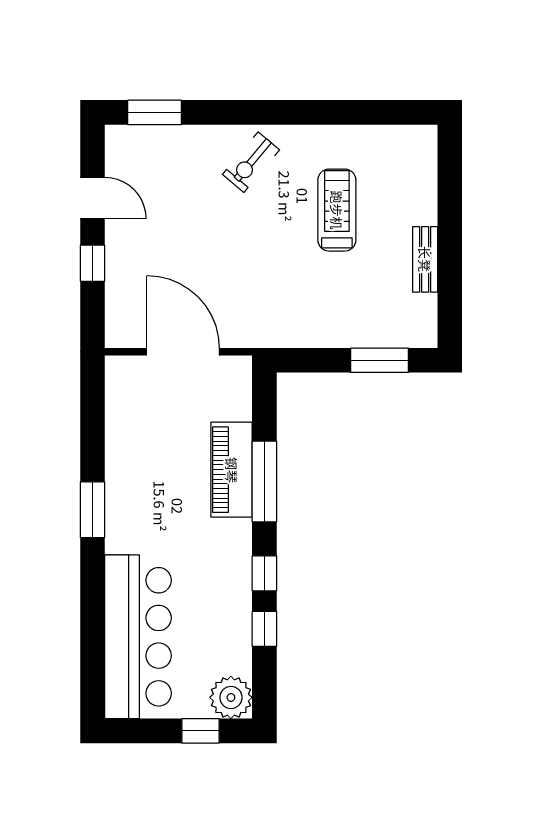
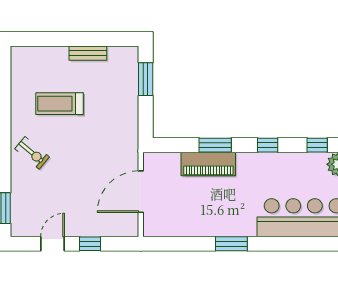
window: (264, 482) -> (215, 145), width x0.69
window: (264, 629) -> (317, 145), moved

